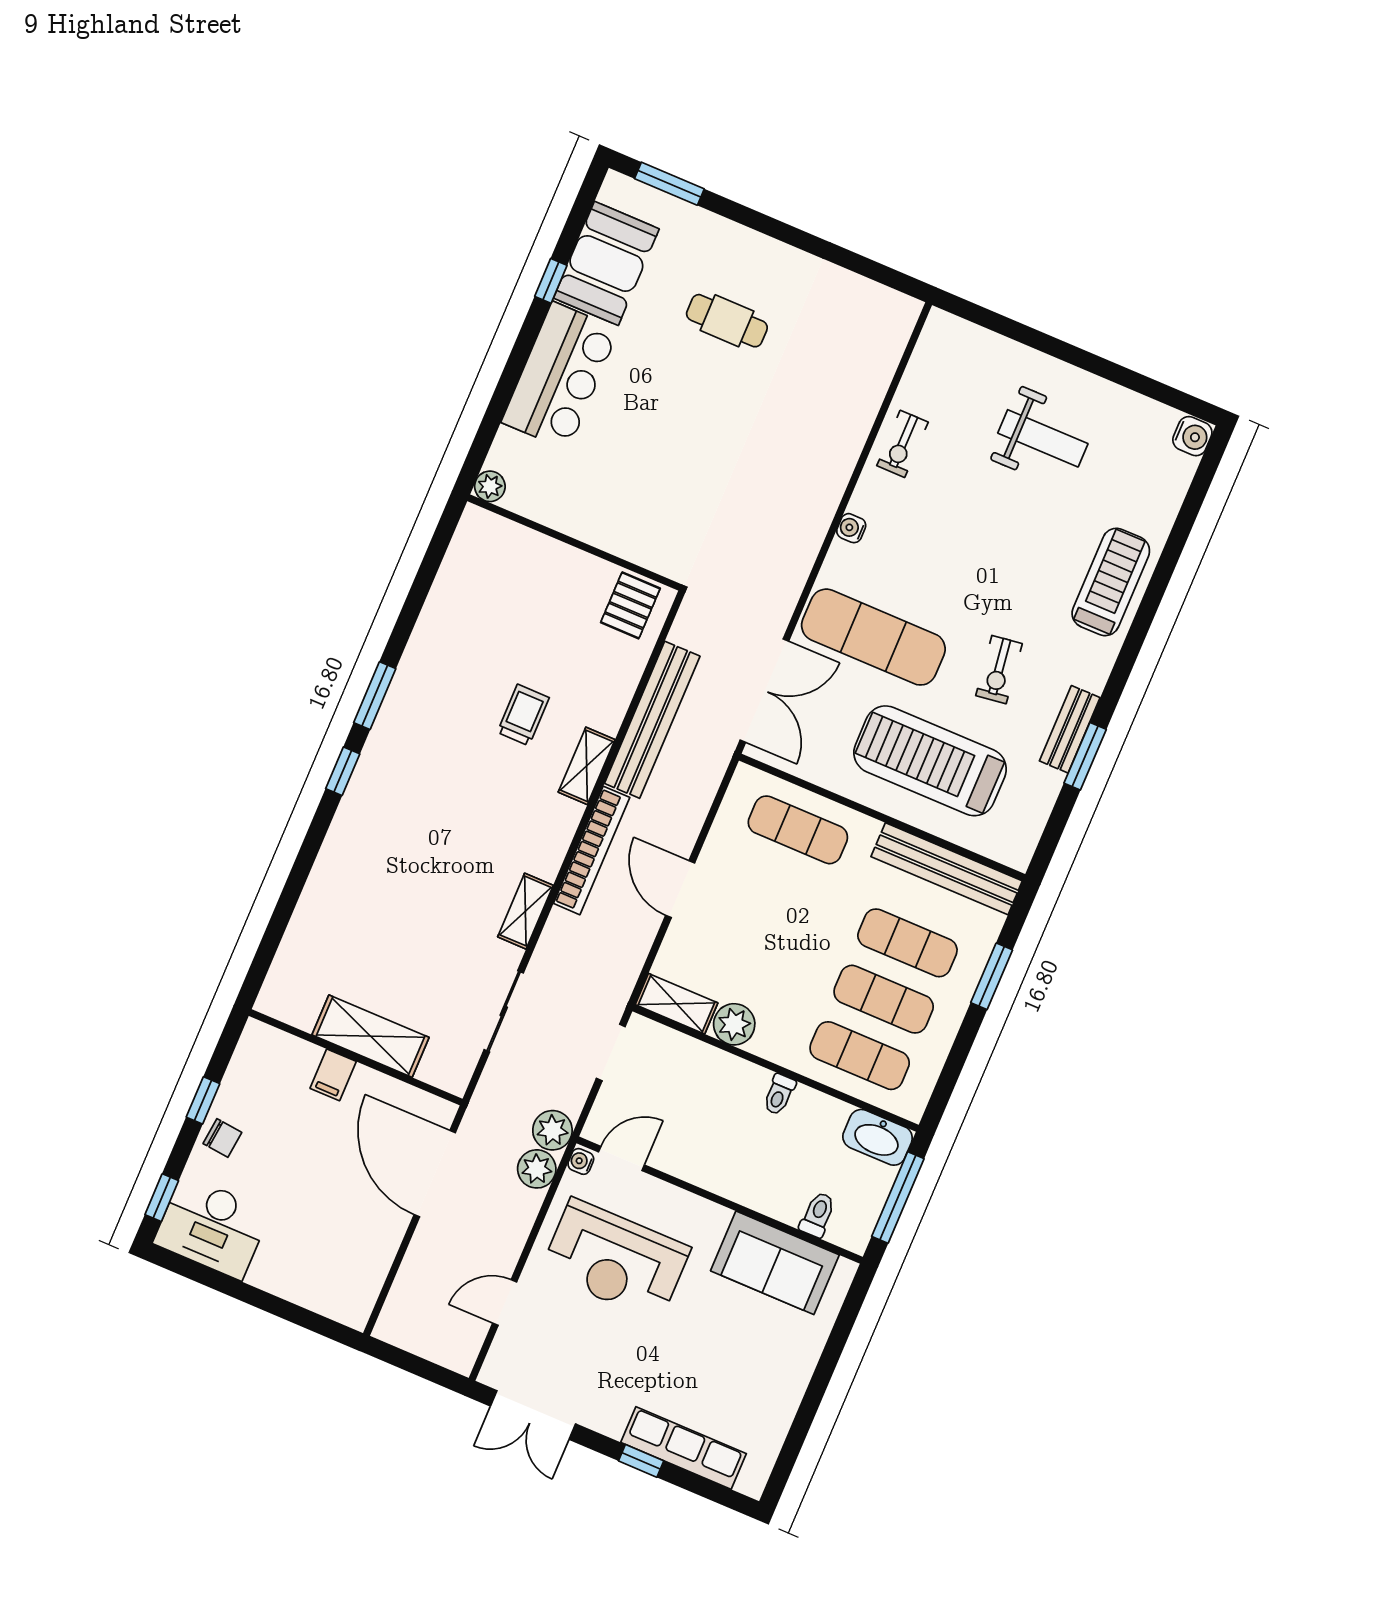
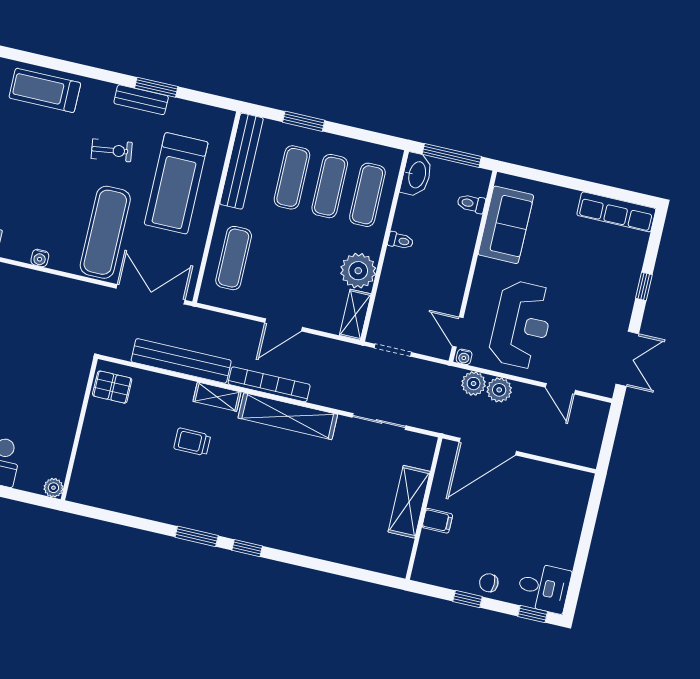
shelving: (525, 911) -> (288, 416), width x2.20, depth x1.33
plant: (734, 1024) -> (358, 271), width x1.36, depth x1.36
plant: (552, 1130) -> (499, 390), moved
chair: (222, 1138) -> (489, 583), turned -96
desk: (212, 1227) -> (544, 588), width x0.73
row of seats: (684, 1448) -> (616, 212), moved, turned -90

